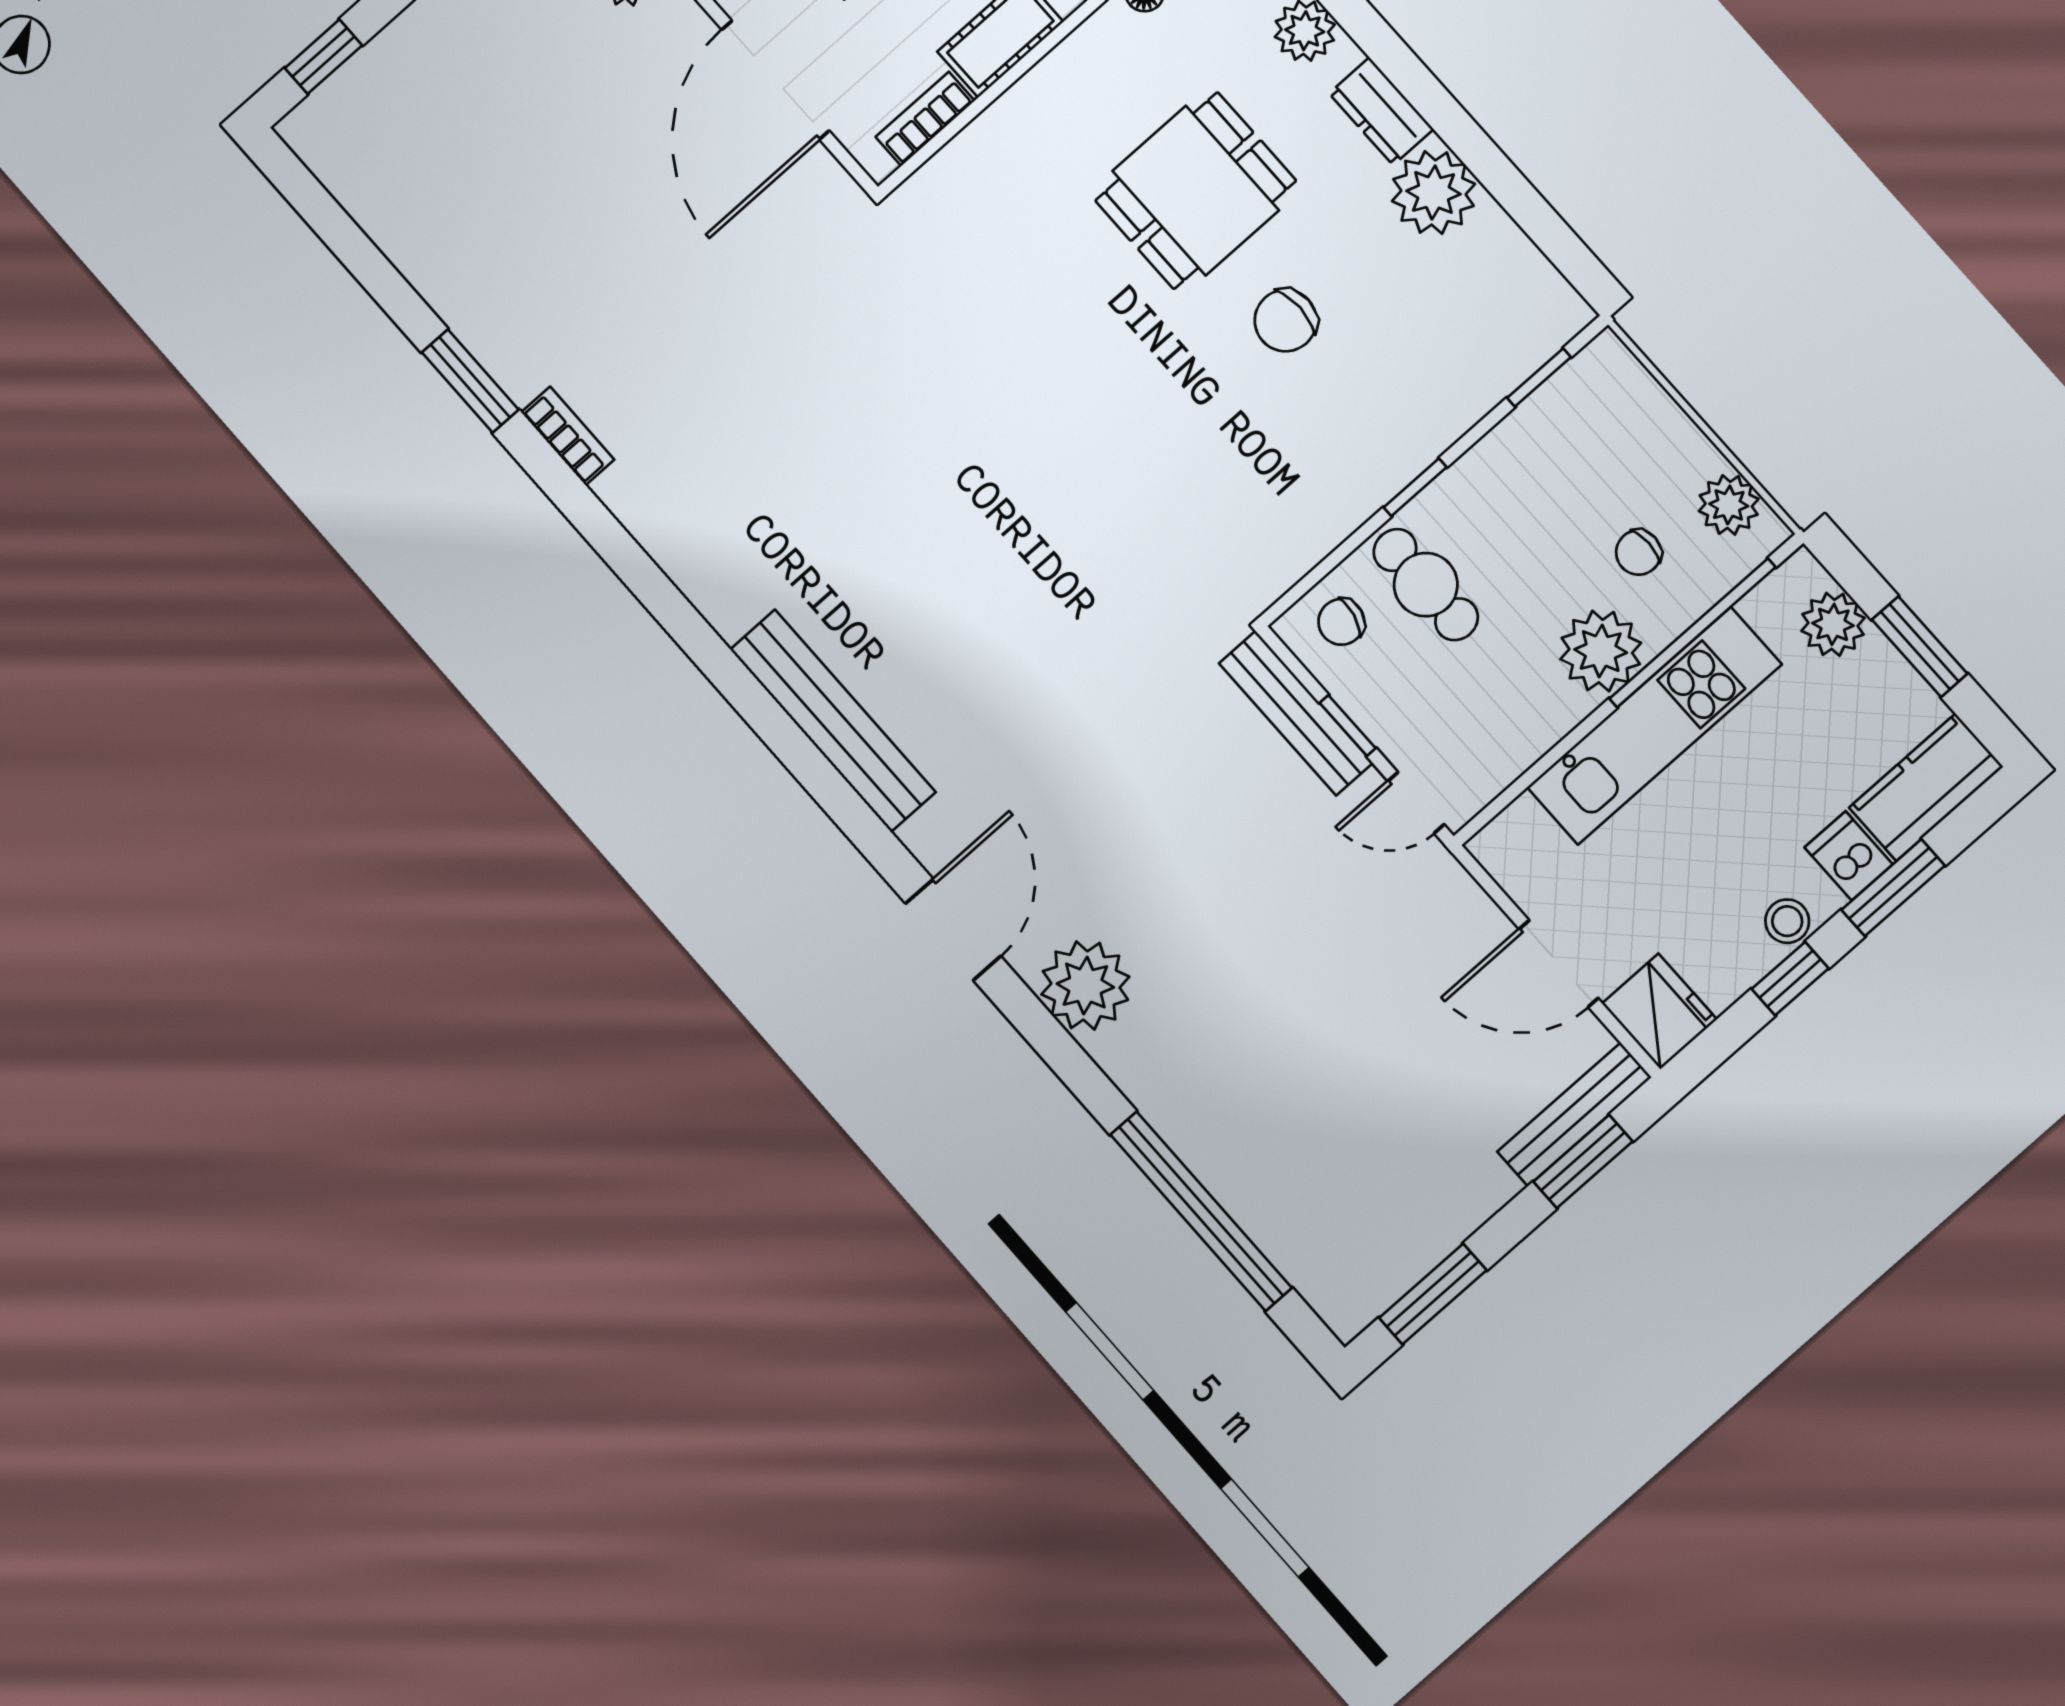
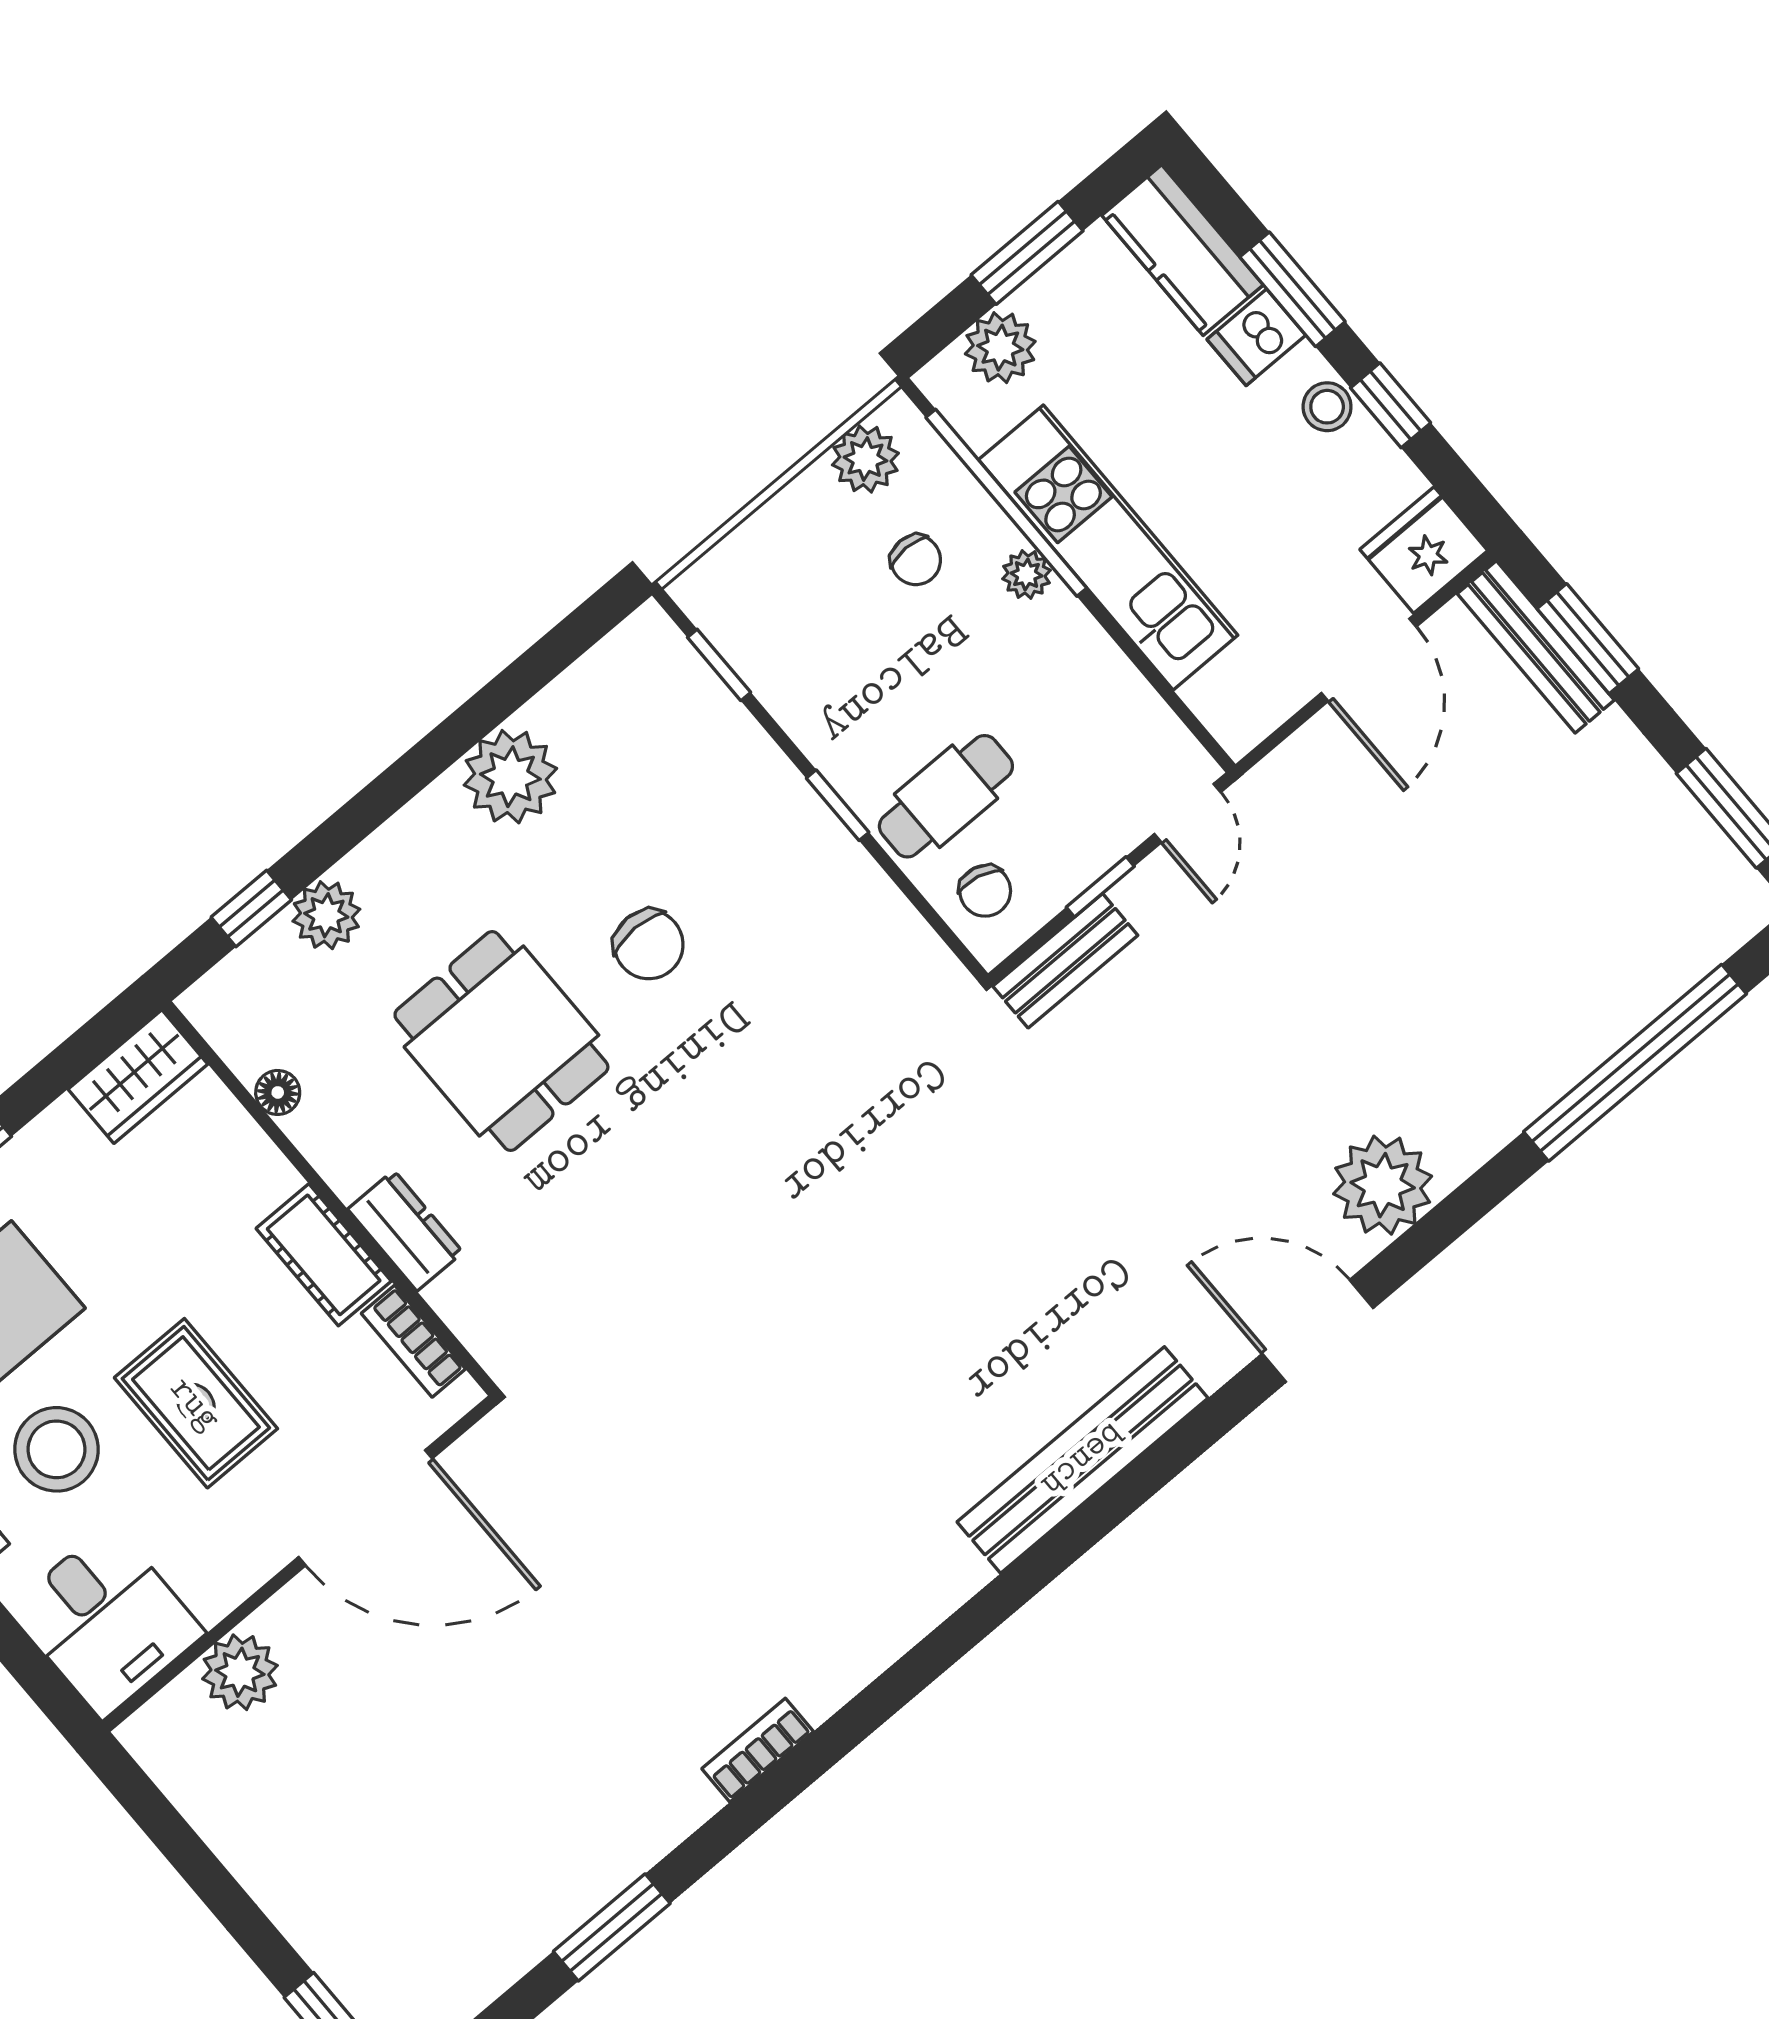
dresser: (1381, 111) -> (405, 1231), moved, turned -90
window: (470, 381) -> (612, 1927), moved
plant: (1601, 651) -> (1027, 575), width x0.53, depth x0.53
bench: (1296, 713) -> (1065, 961), width x0.73

